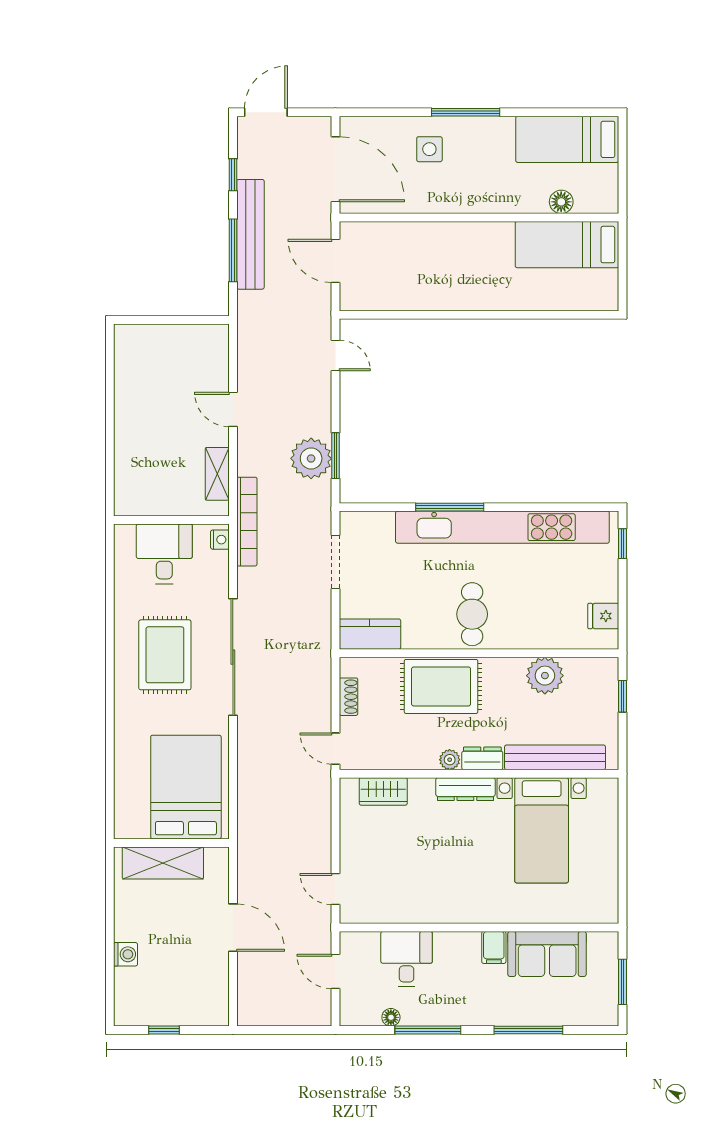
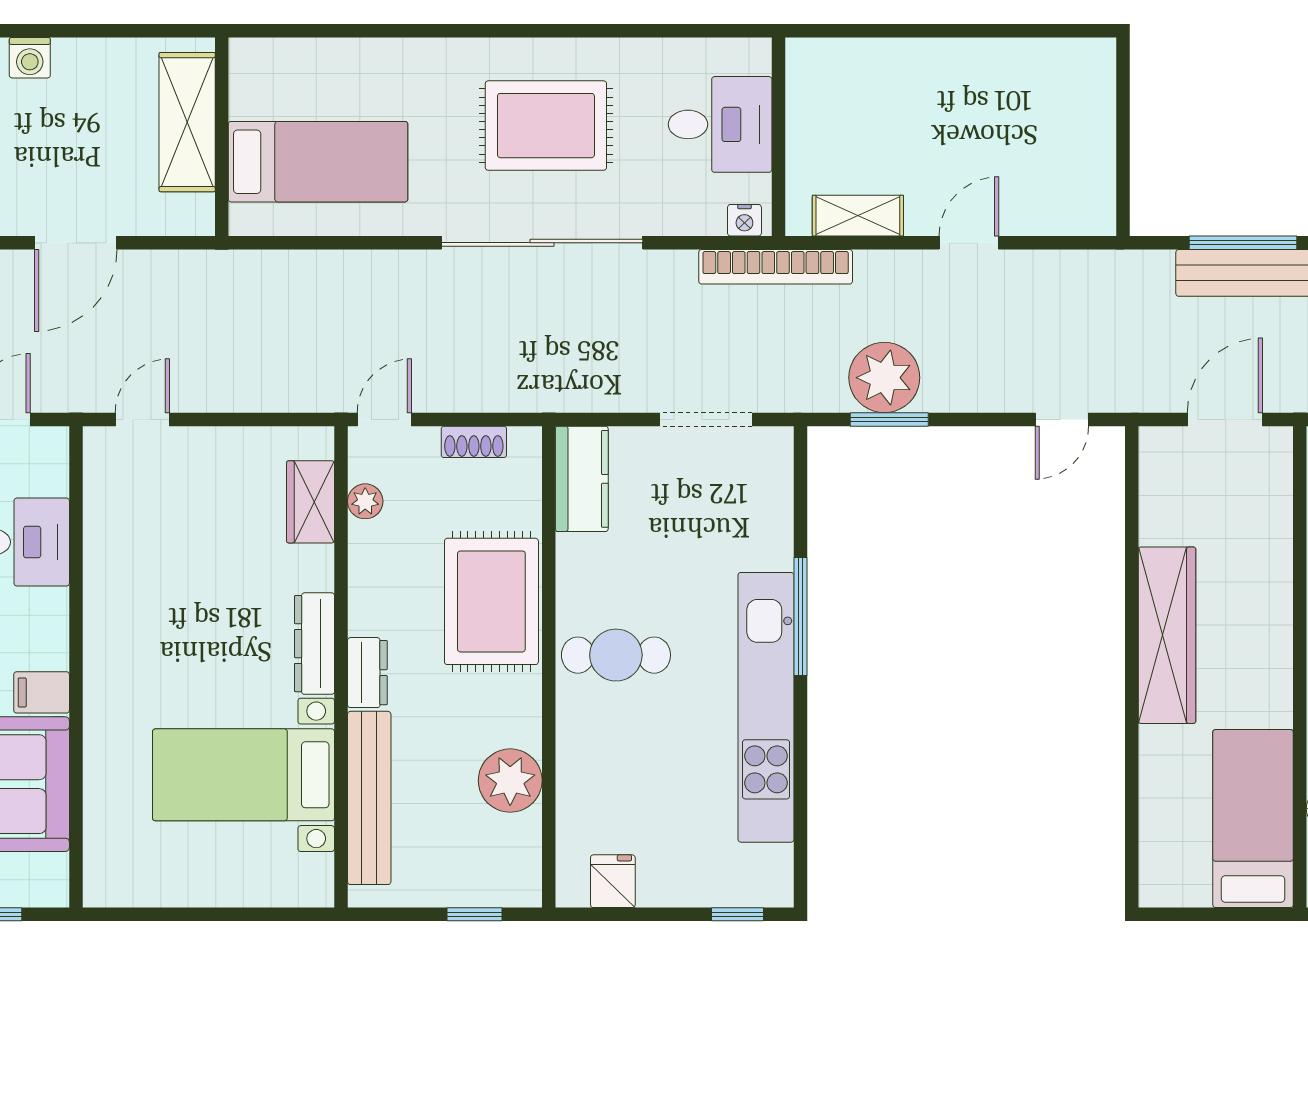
wardrobe: (461, 294) -> (1167, 635), added
kitchen unit: (502, 527) -> (766, 707), width x0.73
plant: (450, 760) -> (365, 501), moved
bed: (186, 787) -> (318, 162), width x0.67

